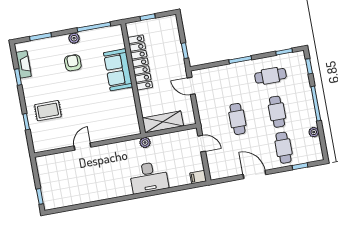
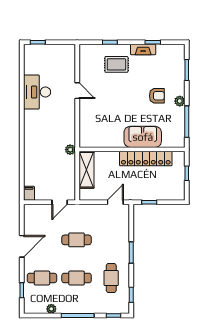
fireplace: (24, 64) -> (143, 49), moved
rug: (48, 111) -> (116, 64), turned 90
desk: (149, 177) -> (37, 92), moved

